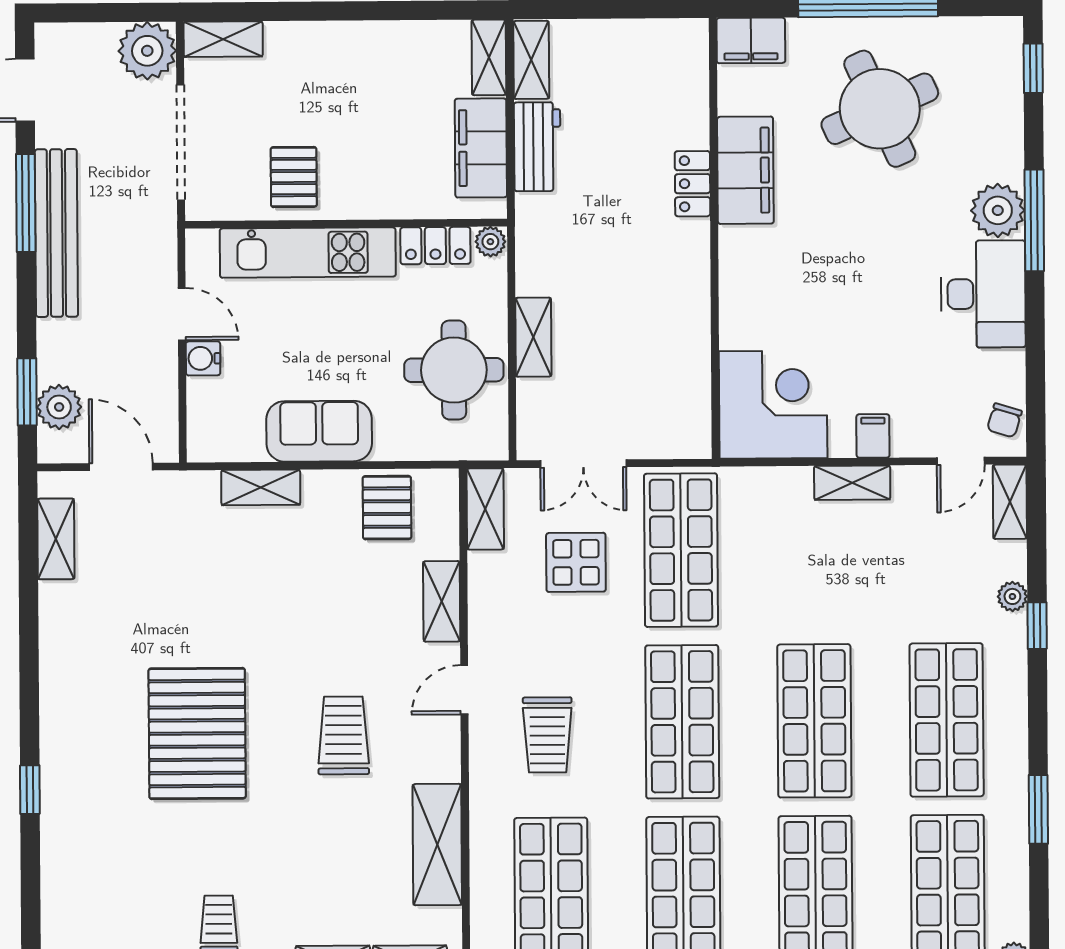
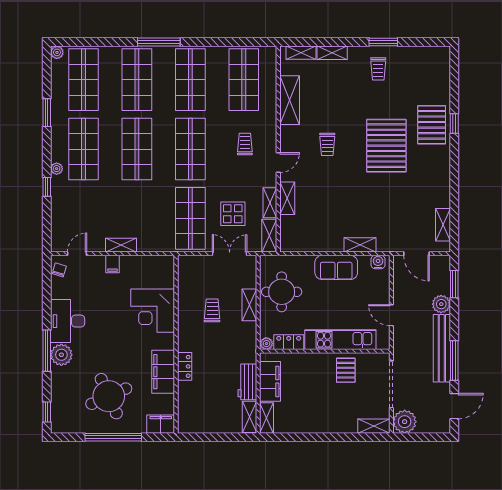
trolley: (626, 323) -> (212, 310), added
water cooler: (203, 358) -> (378, 262), moved, turned -90
corner desk: (773, 405) -> (153, 311), moved
plant: (59, 407) -> (441, 304), moved
shelving: (1010, 502) -> (270, 203), moved
pallet: (387, 508) -> (432, 125), moved, width x1.50, depth x1.42
plant: (1012, 596) -> (57, 169), moved
trolley: (343, 735) -> (327, 144), width x0.73, depth x0.72
trolley: (547, 735) -> (245, 144), width x0.73, depth x0.72

